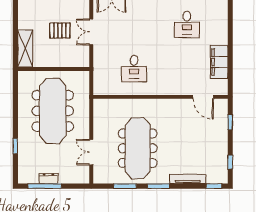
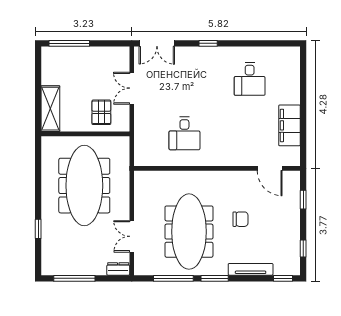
pallet: (60, 31) -> (101, 112), moved, turned 90
chair: (179, 138) -> (241, 219), added
dresser: (48, 179) -> (118, 269), moved
window: (125, 186) -> (173, 278), width x1.44

